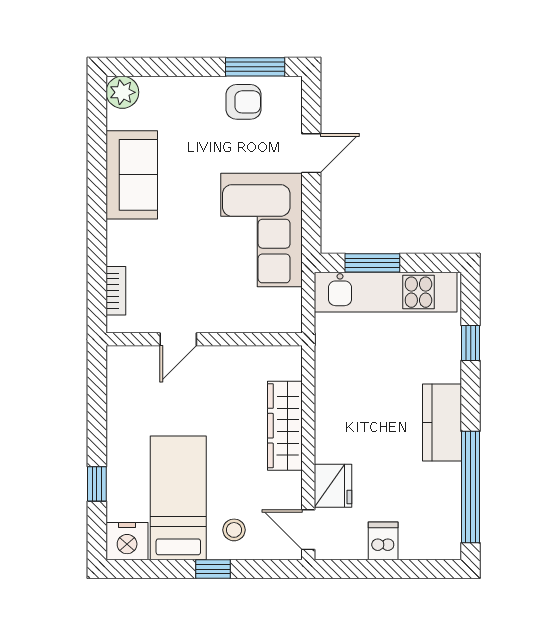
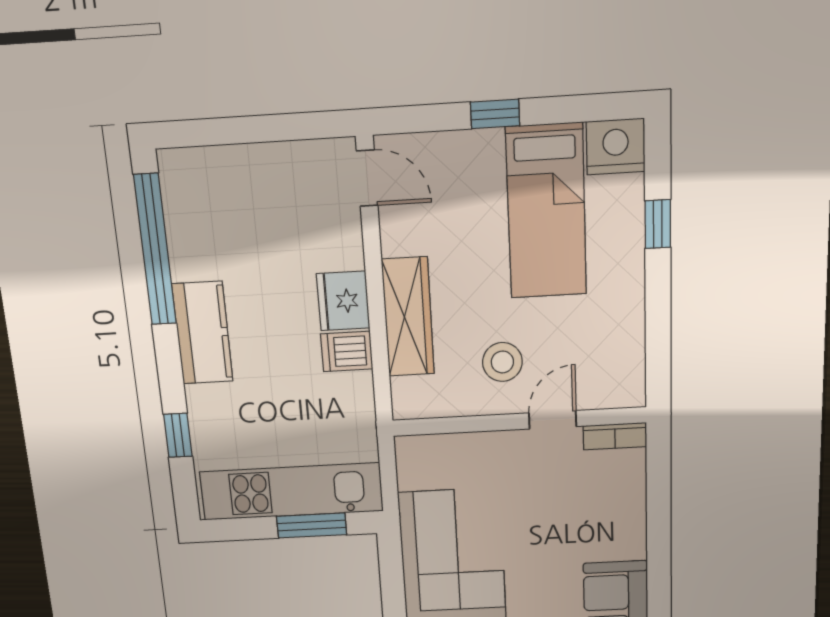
bookcase: (116, 291) -> (615, 436), moved, turned -90
fridge: (333, 486) -> (343, 301), moved
stool: (234, 530) -> (502, 362), moved, width x1.37, depth x1.37
dishwasher: (383, 541) -> (347, 351), moved, turned 90

